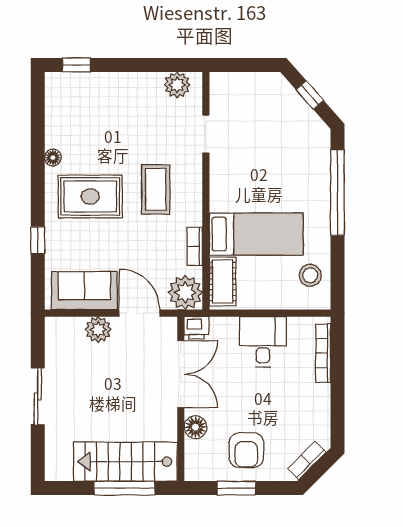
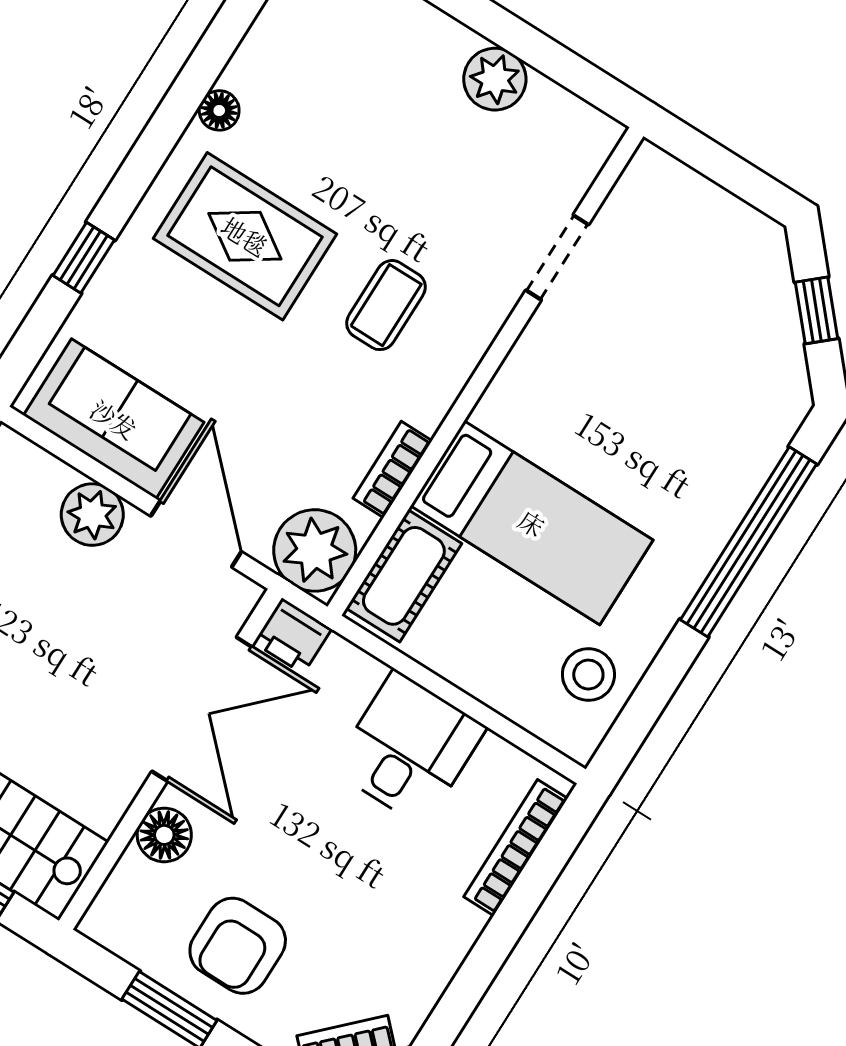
plant: (177, 85) -> (495, 79), moved
coffee table: (156, 189) -> (386, 305), width x0.73, depth x0.77

